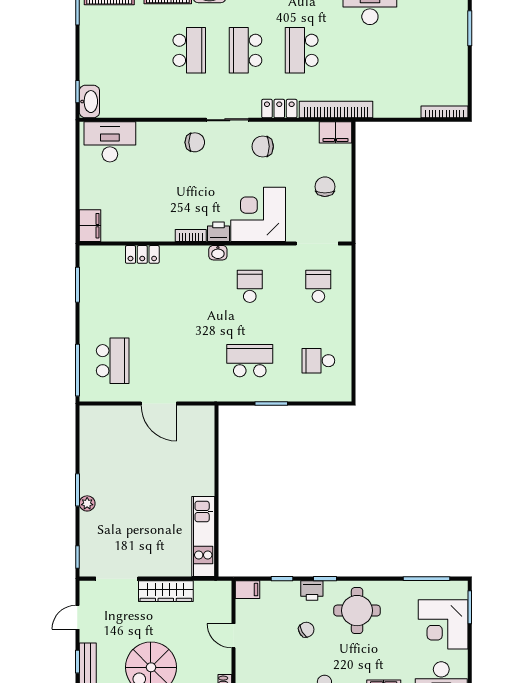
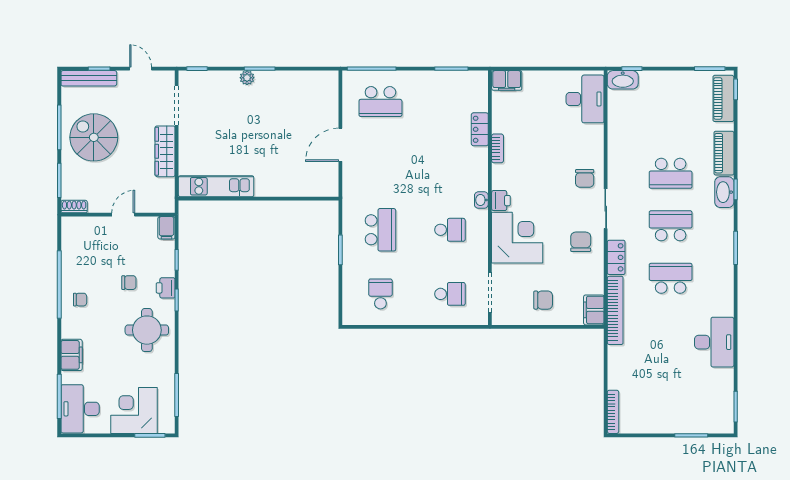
bookcase: (191, 235) -> (498, 148), moved
chair: (306, 630) -> (129, 283), turned -60

